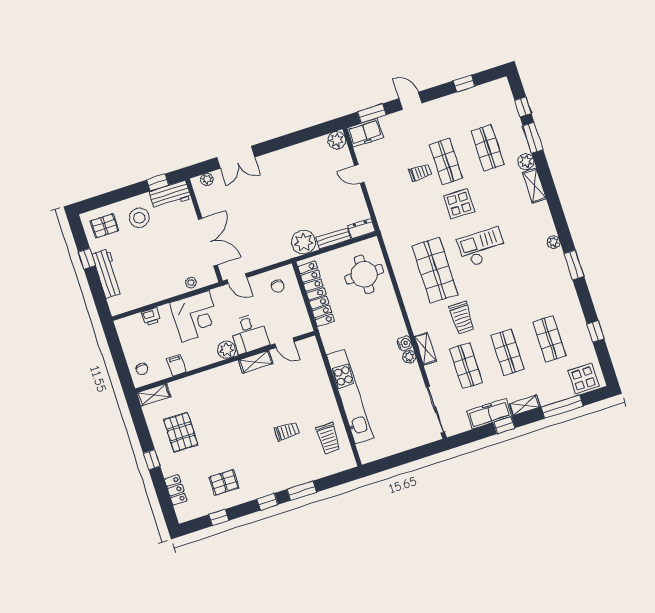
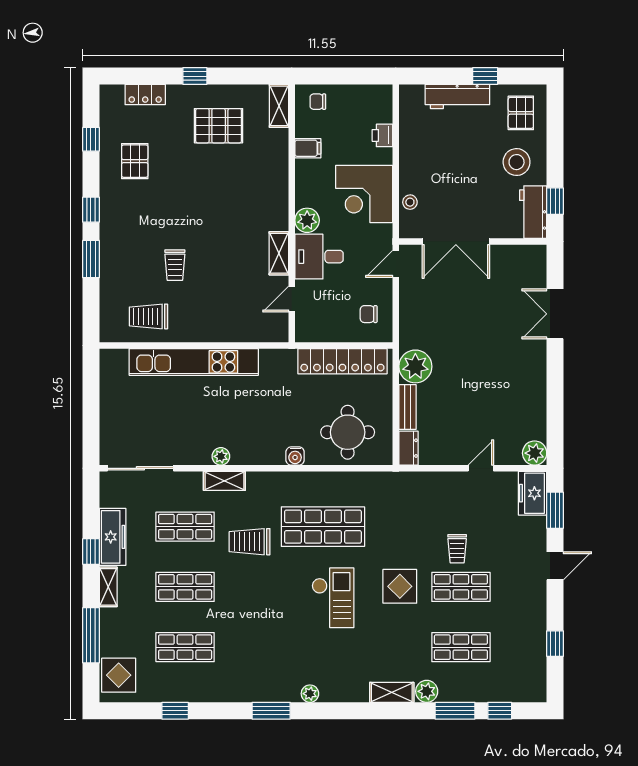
plant: (207, 179) -> (538, 266), removed
water cooler: (405, 343) -> (295, 456), moved

